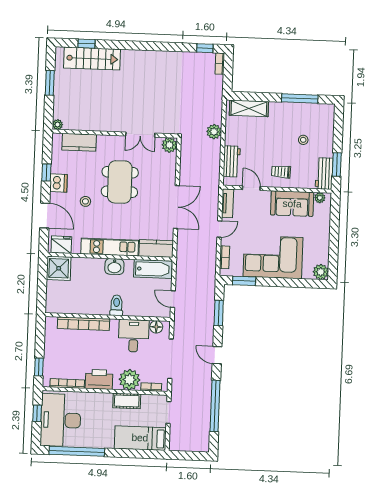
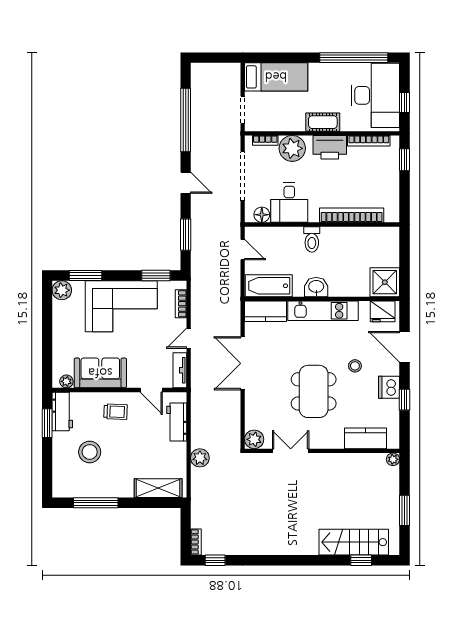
stool: (303, 140) -> (90, 452), width x1.89, depth x1.89
window: (301, 283) -> (86, 276), added
cot: (127, 401) -> (323, 122), moved

